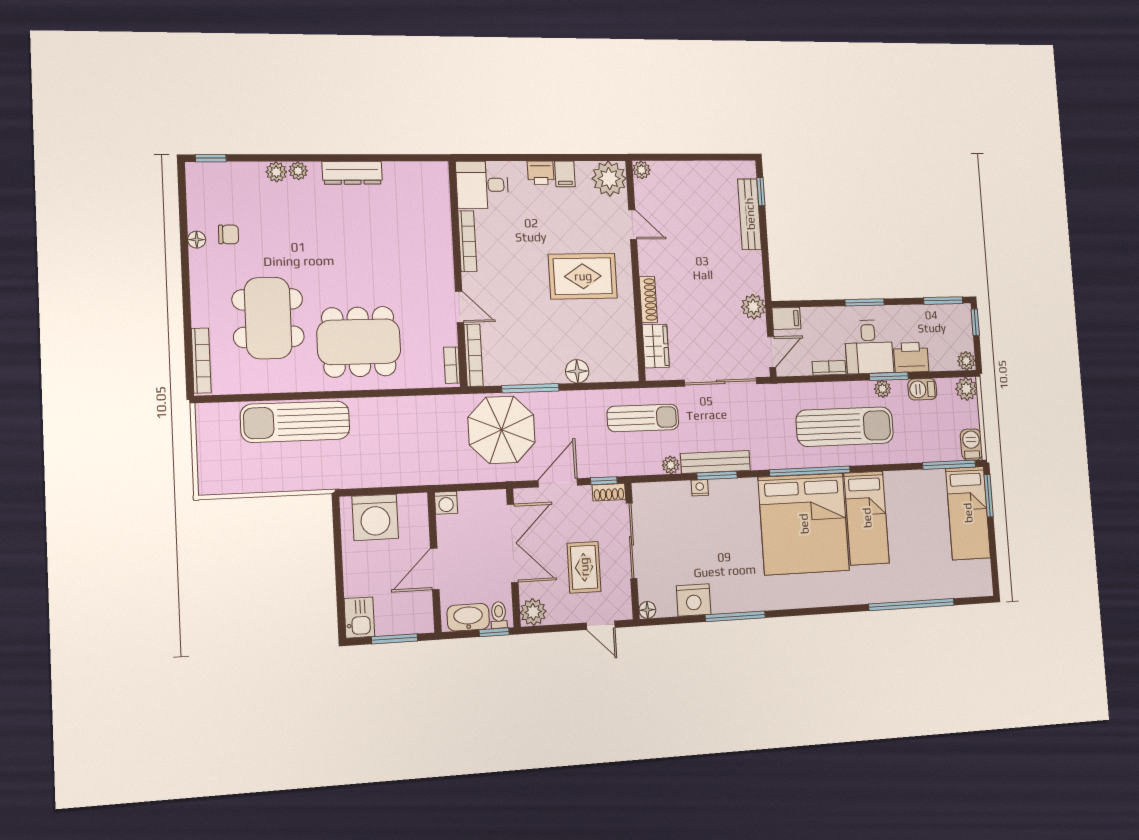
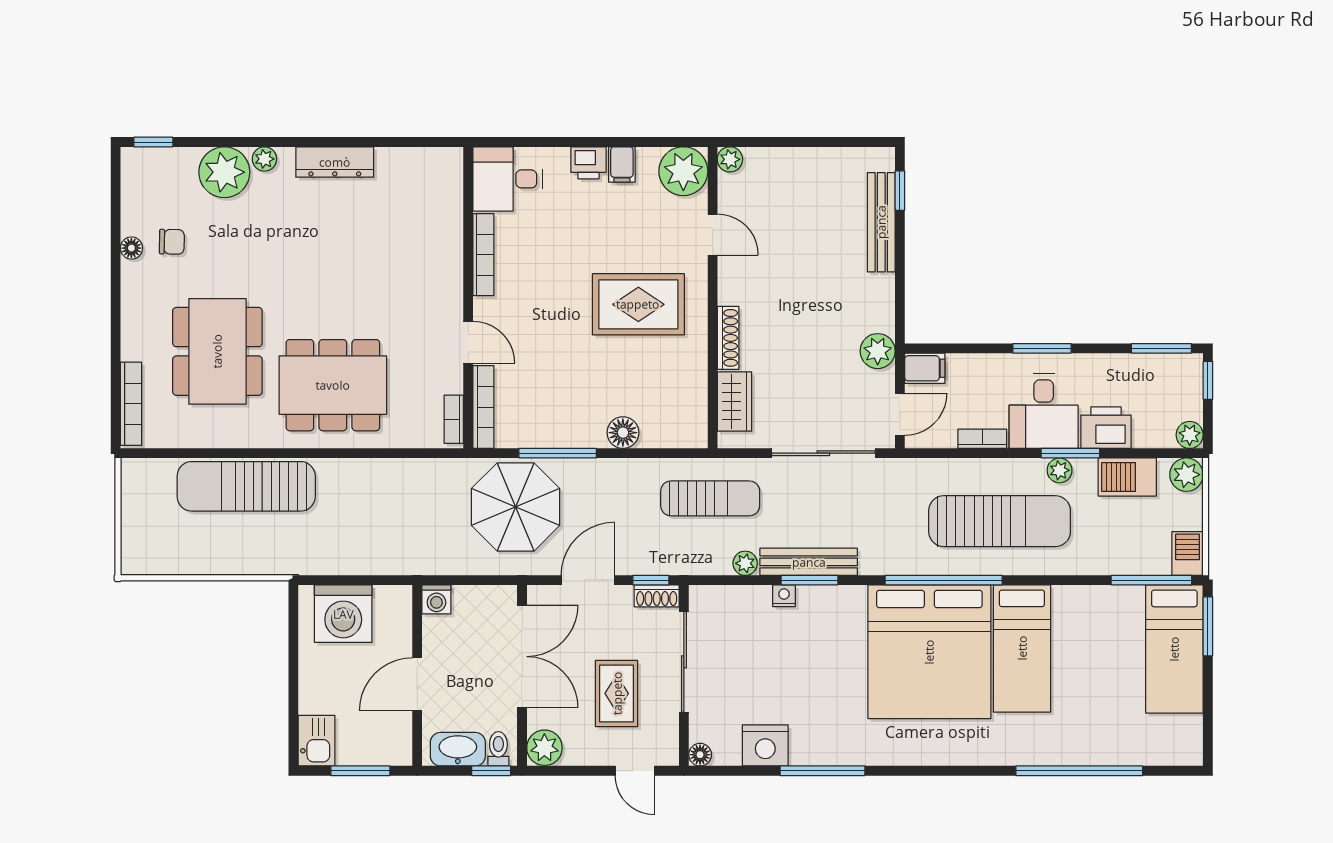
plant: (276, 172) -> (224, 172), width x1.88, depth x1.88
barbecue: (922, 389) -> (1127, 477), width x1.38, depth x1.27

